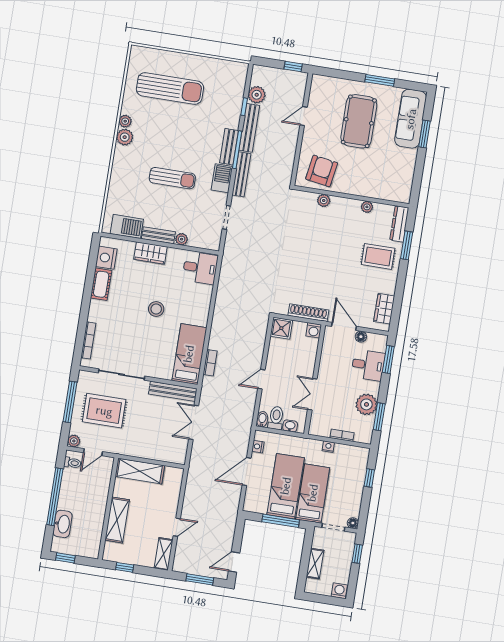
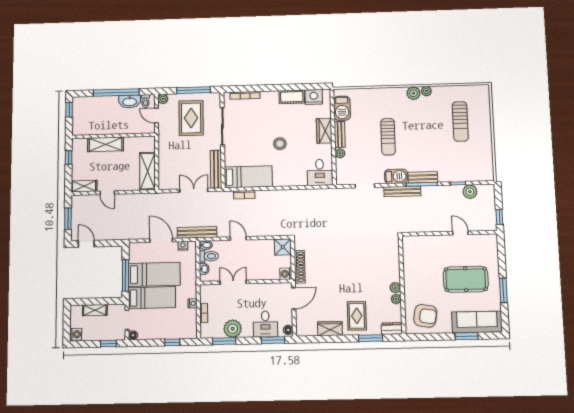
sun lounger: (170, 88) -> (460, 121), width x0.73, depth x0.75
bench: (249, 128) -> (197, 232), moved
armchair: (322, 171) -> (425, 316), moved
plant: (324, 201) -> (395, 288), moved
dresser: (399, 224) -> (392, 329), width x0.70
wardrobe: (384, 309) -> (330, 329), moved
floor lamp: (361, 337) -> (288, 330), moved
shelving: (140, 471) -> (148, 171), moved
washbasin: (63, 524) -> (130, 102), moved

